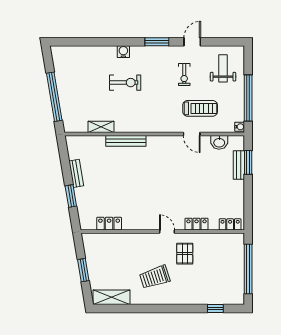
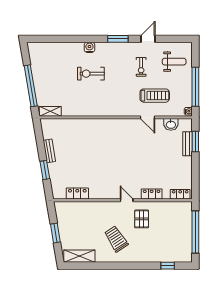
weight bench: (223, 68) -> (174, 62), turned 90
exercise bike: (125, 83) -> (91, 74), turned 180
shelving: (101, 127) -> (50, 111), moved
bench: (126, 141) -> (92, 123), removed
trolley: (155, 277) -> (116, 239), turned 75

